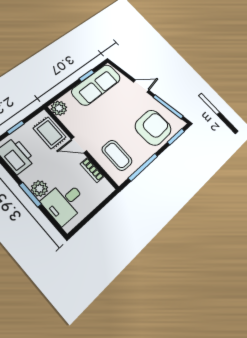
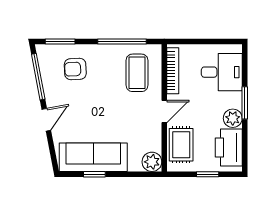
door: (141, 86) -> (46, 120), swing flipped
armchair: (153, 128) -> (75, 69), width x0.53, depth x0.53
door: (79, 145) -> (164, 111), hinge flipped
bookcase: (92, 170) -> (173, 71), width x1.56
plant: (39, 189) -> (233, 118), moved

